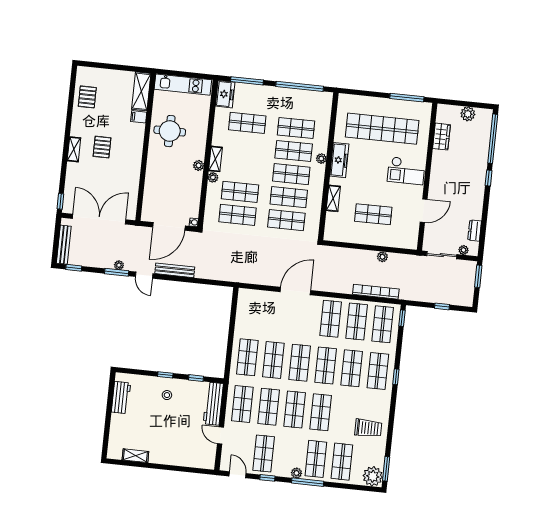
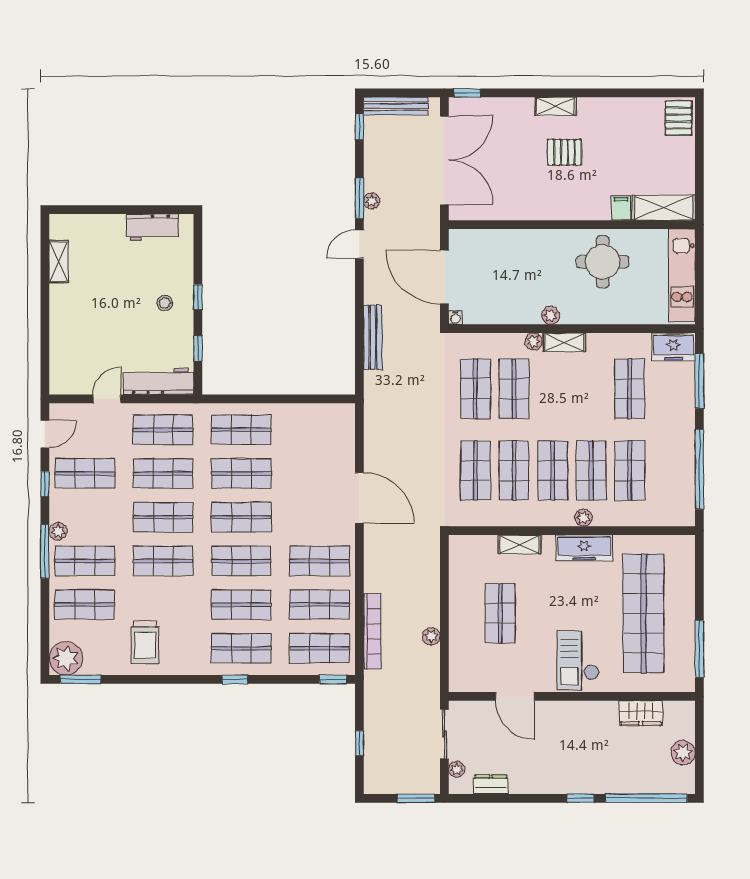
pallet: (87, 97) -> (679, 118), moved, turned 90
bench: (175, 270) -> (373, 337), moved

